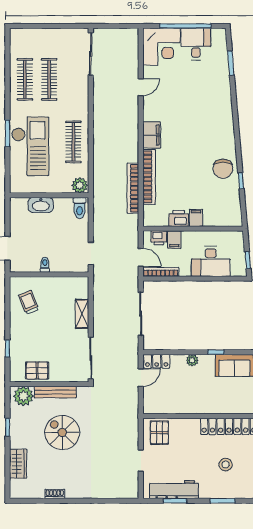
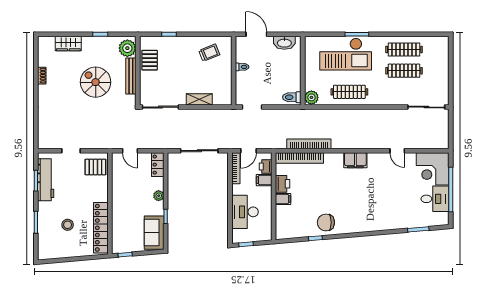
bookcase: (149, 177) -> (299, 158), moved
washbasin: (41, 205) -> (284, 43), moved, turned -90
door: (141, 378) -> (130, 151), moved
spiral stairs: (62, 433) -> (96, 82), turned -90

